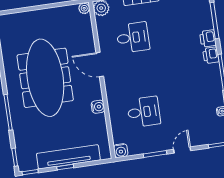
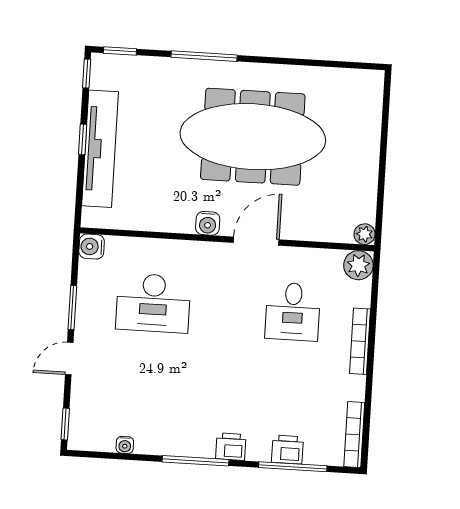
printer: (208, 38) -> (287, 449), moved
water cooler: (98, 107) -> (208, 223), moved
desk: (144, 112) -> (153, 303), width x1.37
door: (182, 150) -> (69, 358), swing flipped

